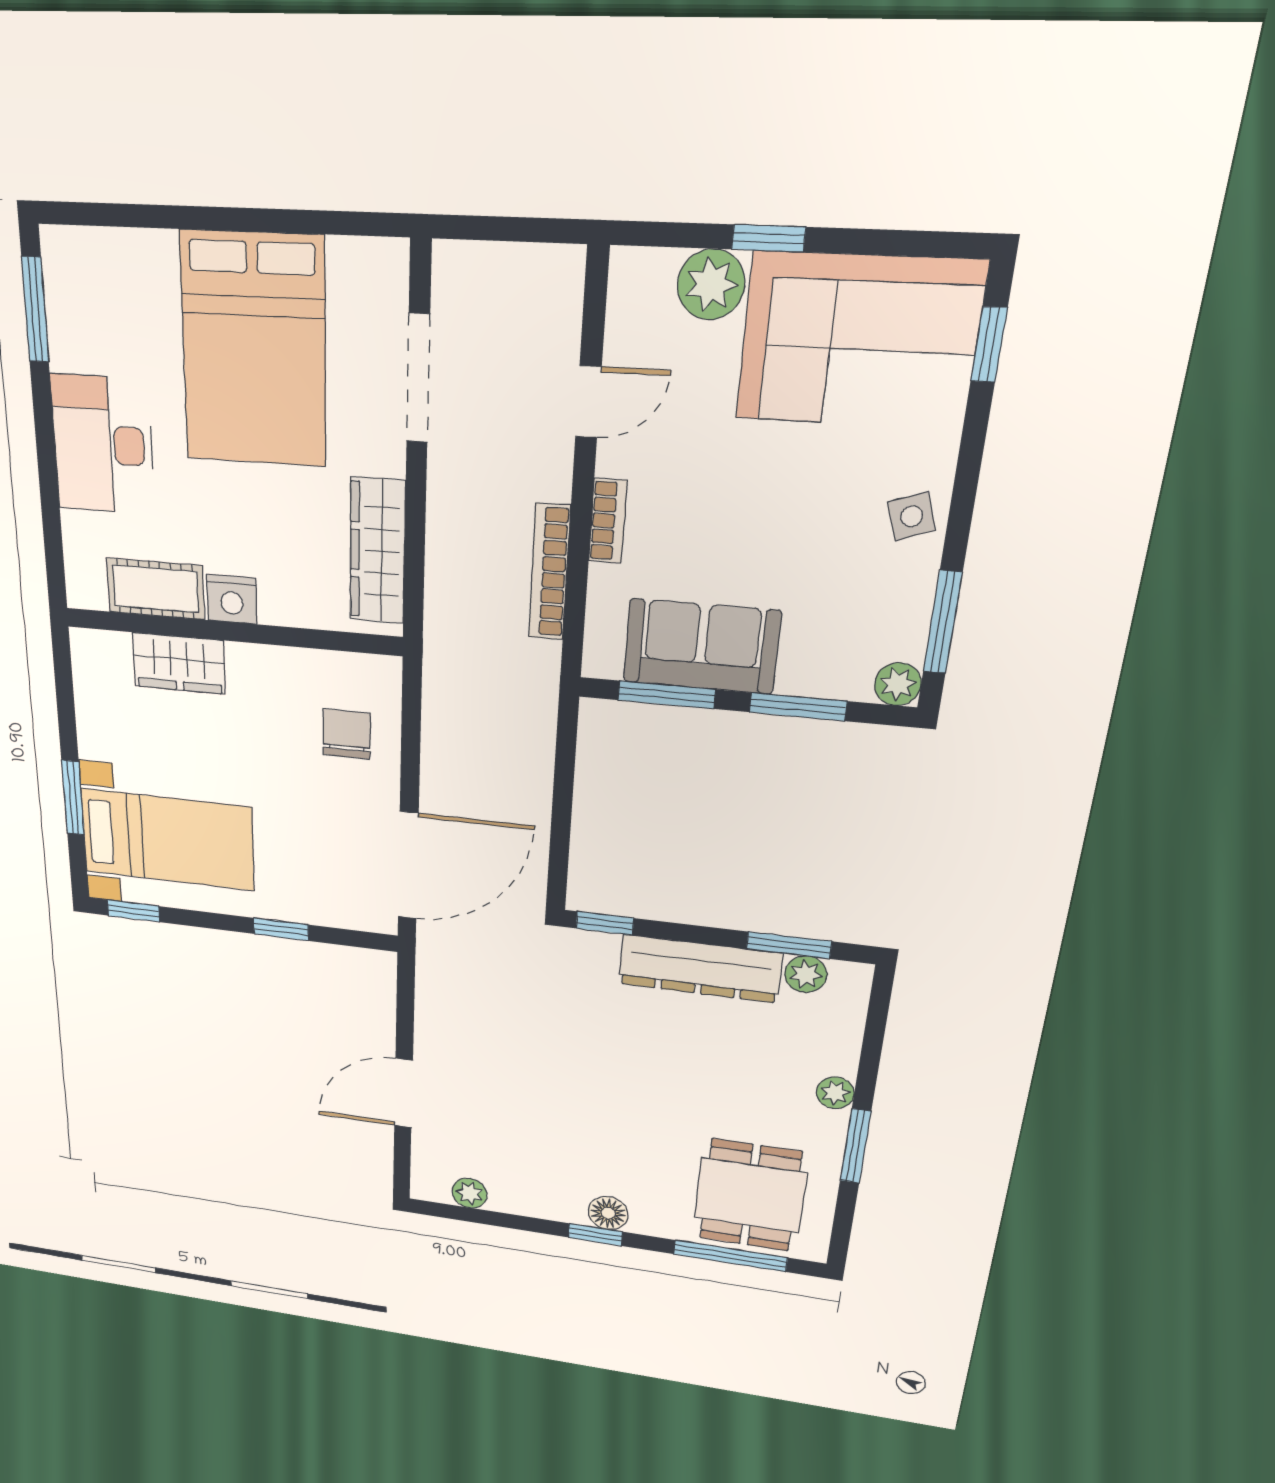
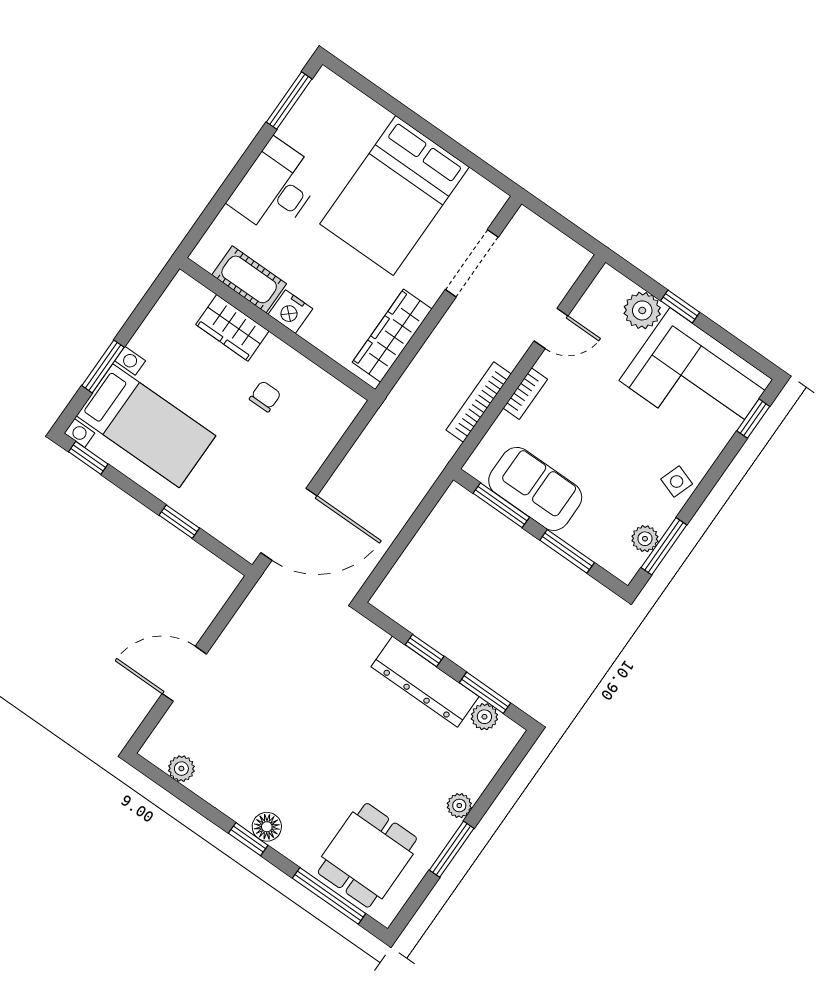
side table: (912, 516) -> (677, 482), turned 38
plant: (898, 684) -> (645, 539), moved
chair: (347, 734) -> (265, 396), moved, width x0.73, depth x0.73
window: (605, 923) -> (425, 651), moved

